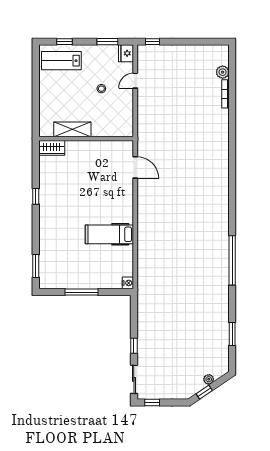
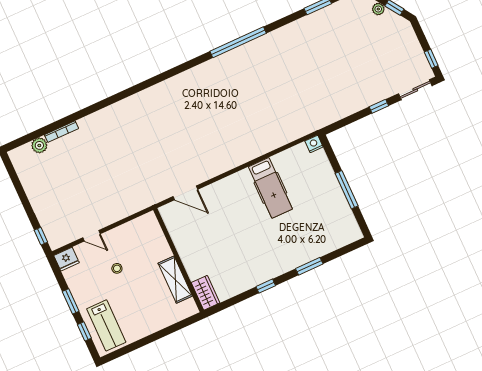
window: (107, 42) -> (71, 301), moved
door: (135, 167) -> (185, 193), swing flipped
window: (36, 266) -> (309, 266), moved

